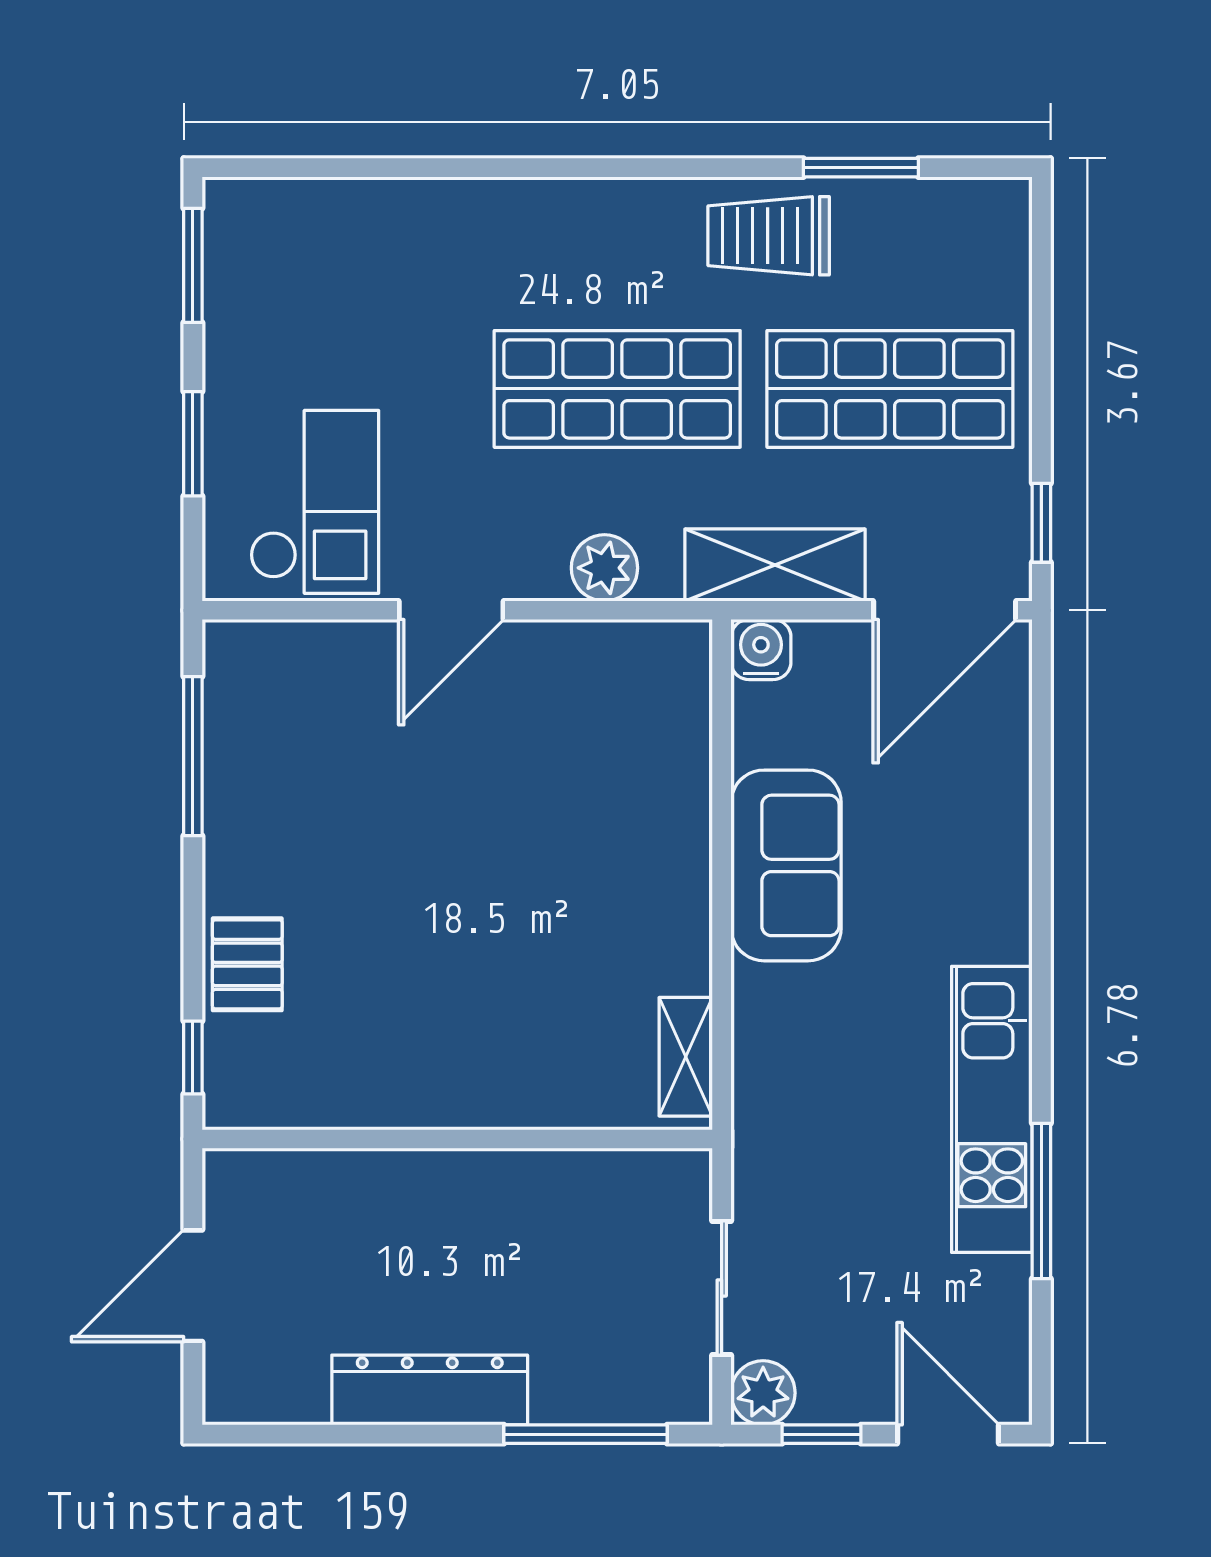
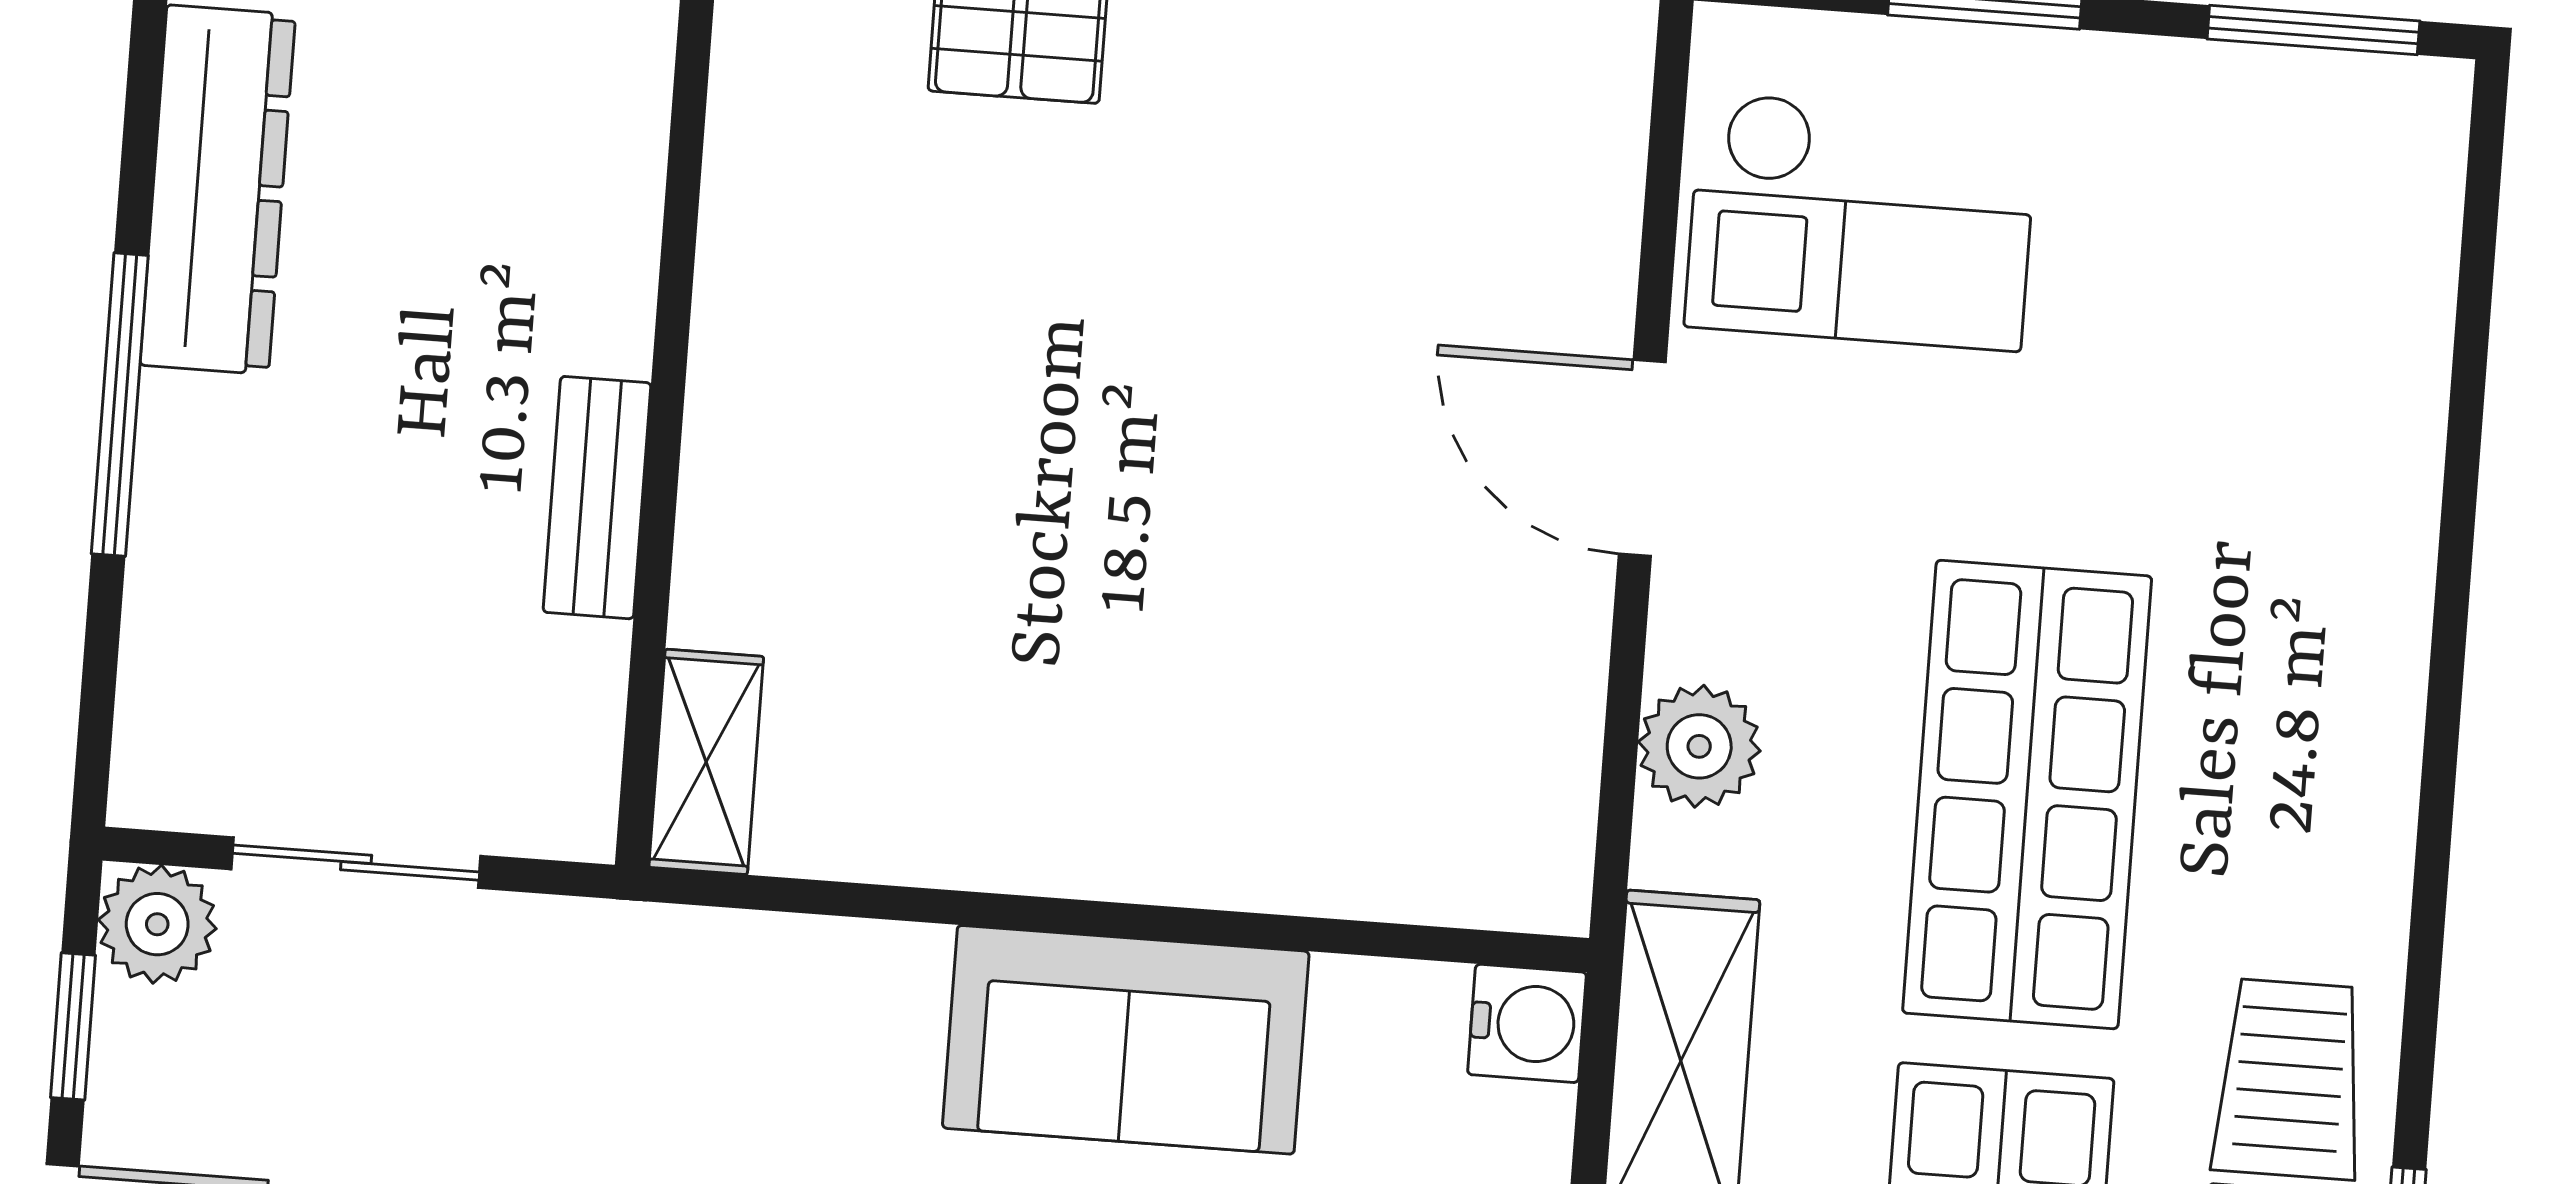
shelving: (686, 1057) -> (706, 762), moved, turned 90
bench: (515, 1173) -> (597, 498), added
dresser: (430, 1390) -> (218, 190), moved
window: (586, 1434) -> (120, 405), moved

